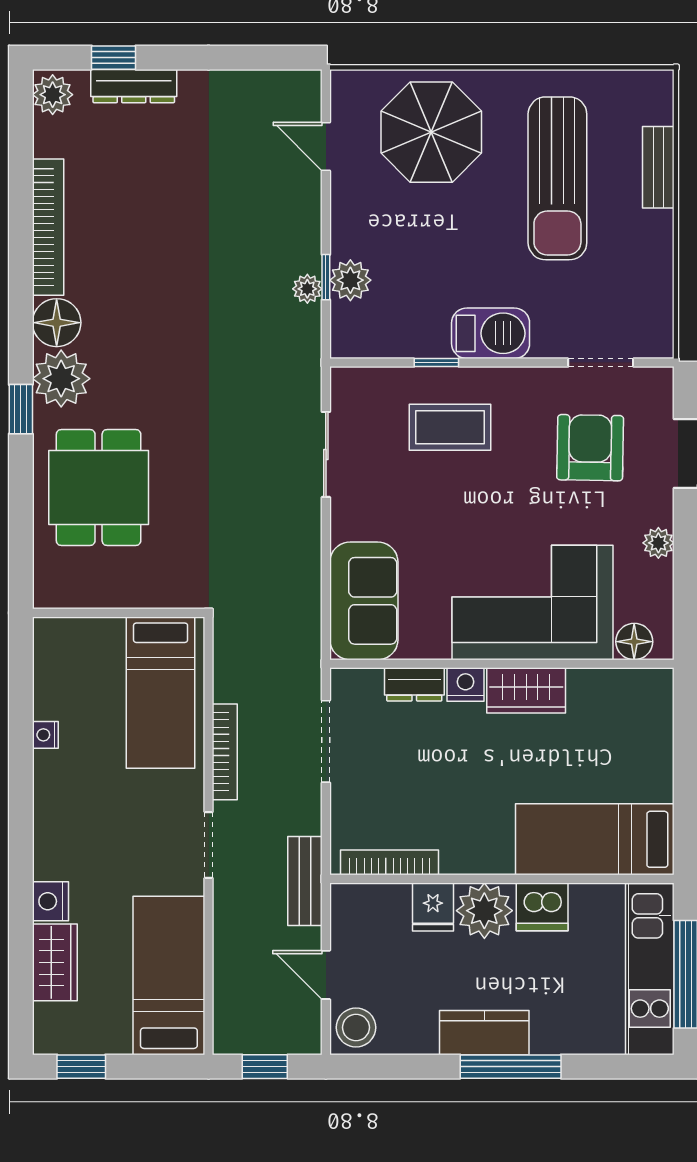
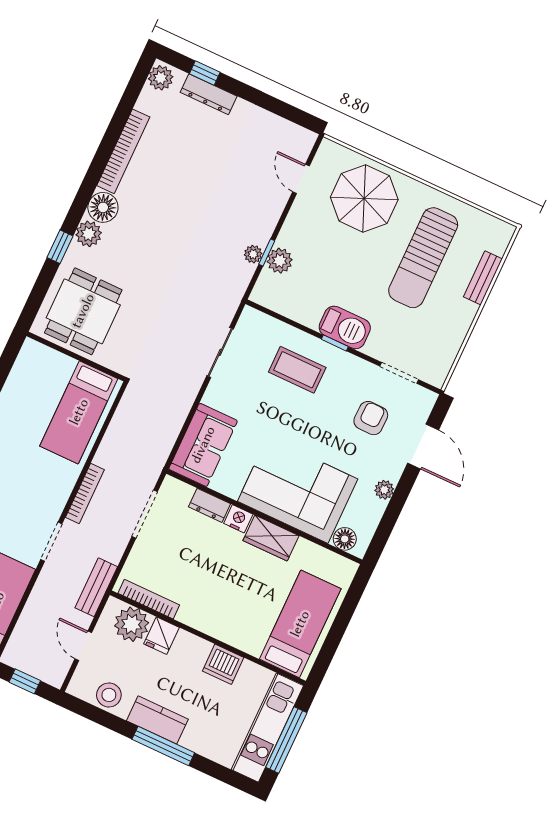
window: (436, 363) -> (335, 343), moved
plant: (61, 379) -> (89, 234), width x0.73, depth x0.73
armchair: (590, 448) -> (371, 418), width x0.72, depth x0.72
wall: (119, 613) -> (76, 356), moved
bed: (161, 693) -> (79, 412), moved
bed: (595, 839) -> (300, 624), moved, turned 90
plant: (484, 911) -> (132, 624), moved
stool: (356, 1027) -> (109, 695), moved

